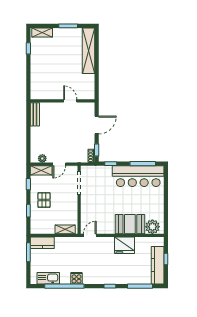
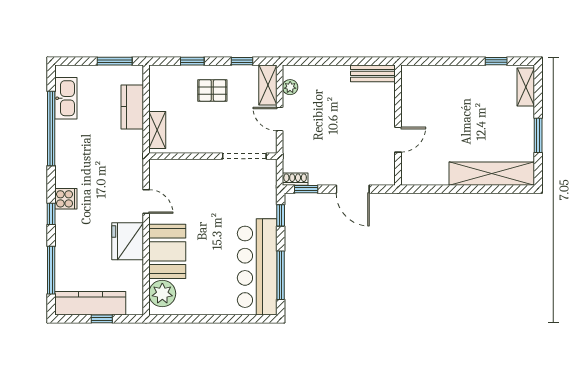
door: (90, 235) -> (146, 202), moved
kitchen counter: (42, 243) -> (132, 107), moved
cooker: (76, 278) -> (66, 199), moved

